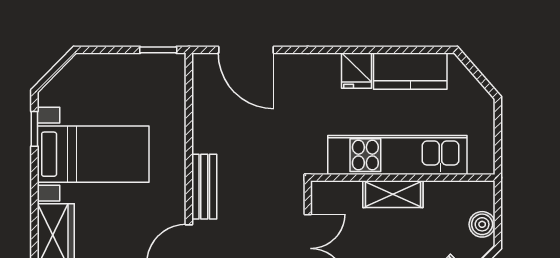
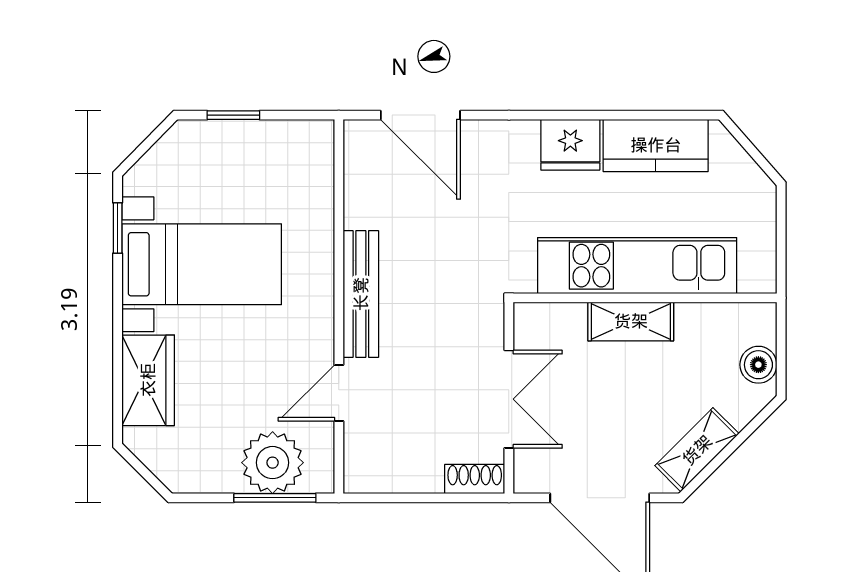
window: (158, 50) -> (233, 115), moved
fridge: (356, 71) -> (570, 145), width x1.38
bench: (204, 187) -> (361, 294), width x1.36

